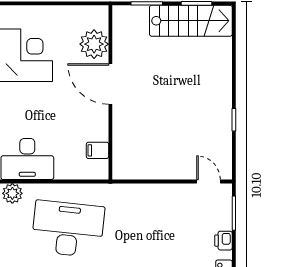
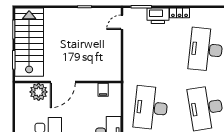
stairs: (191, 21) -> (29, 42), width x1.36, depth x1.51
printer: (223, 241) -> (158, 16), width x1.87, depth x1.48

